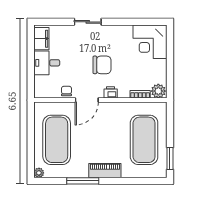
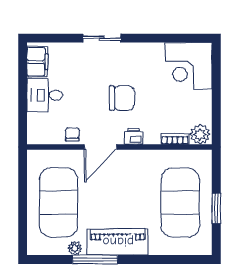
window: (170, 159) -> (216, 208), moved
piano: (105, 171) -> (118, 242), width x1.37, depth x1.33
plant: (39, 173) -> (75, 248), moved

